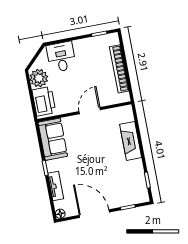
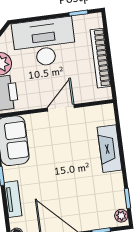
desk: (61, 57) -> (44, 42), width x1.87, depth x1.30
plant: (143, 194) -> (121, 216), added

